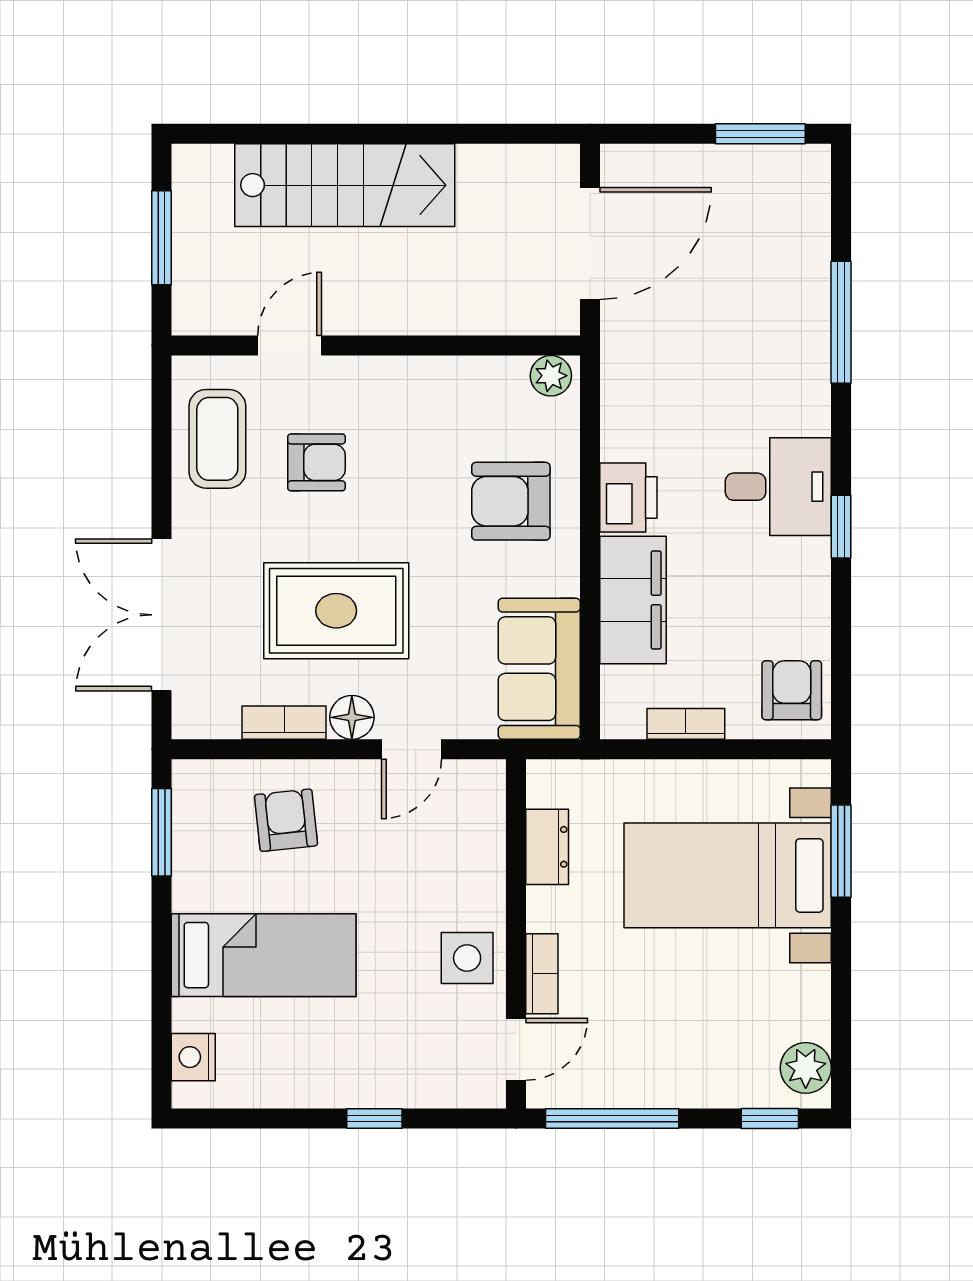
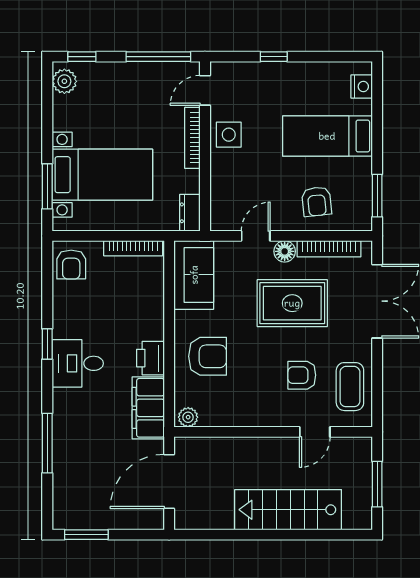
filing cabinet: (633, 600) -> (148, 408), moved
bookcase: (284, 723) -> (329, 249), width x1.56
bookcase: (686, 724) -> (133, 248), width x1.56
dresser: (547, 847) -> (190, 213), moved
bookcase: (542, 974) -> (192, 138), width x1.56

